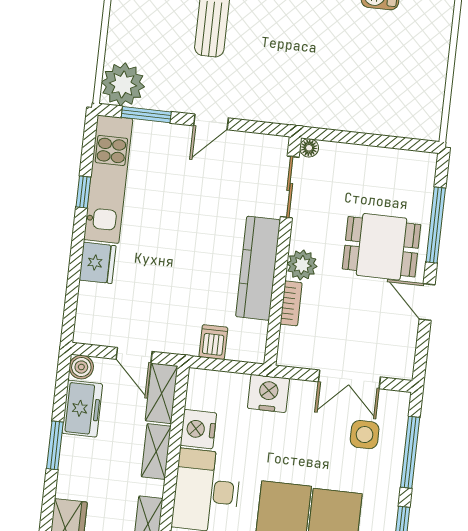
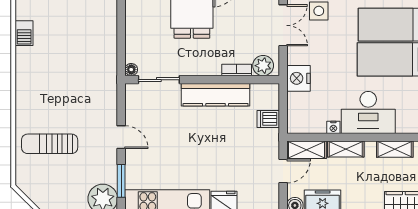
plant: (302, 265) -> (263, 66), moved
nightstand: (198, 429) -> (333, 127), width x0.53, depth x0.56

